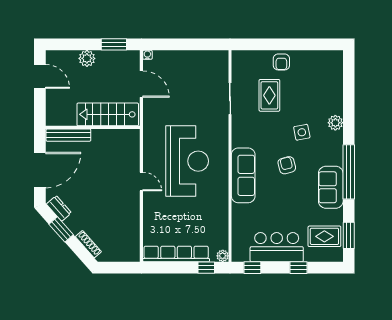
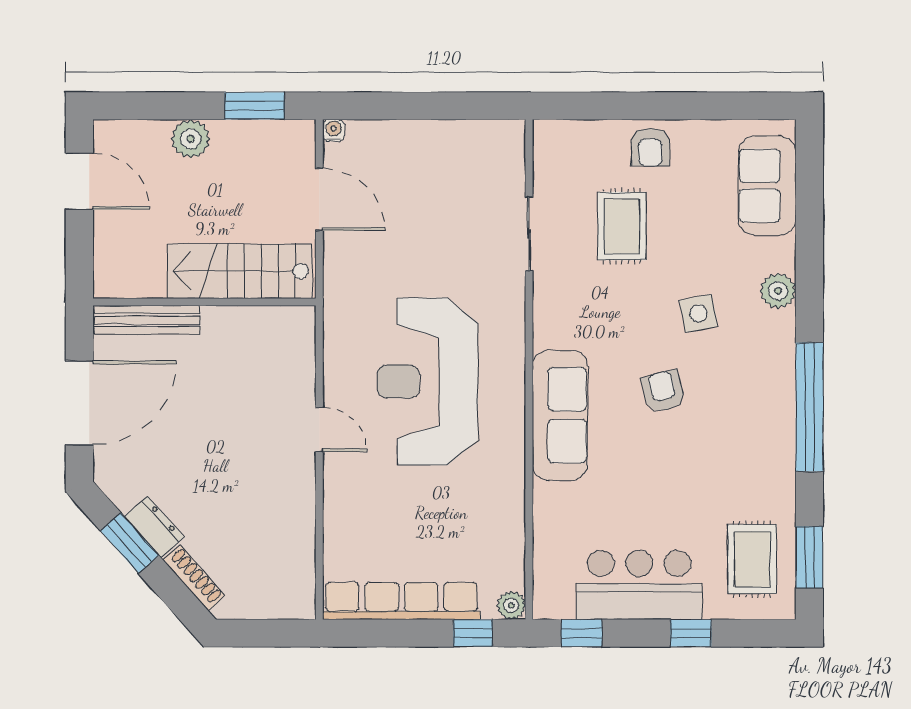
reception desk: (187, 161) -> (427, 382), turned 180
sofa: (331, 187) -> (767, 186), moved
dresser: (59, 208) -> (154, 527), moved
rug: (324, 236) -> (752, 559), turned 90

